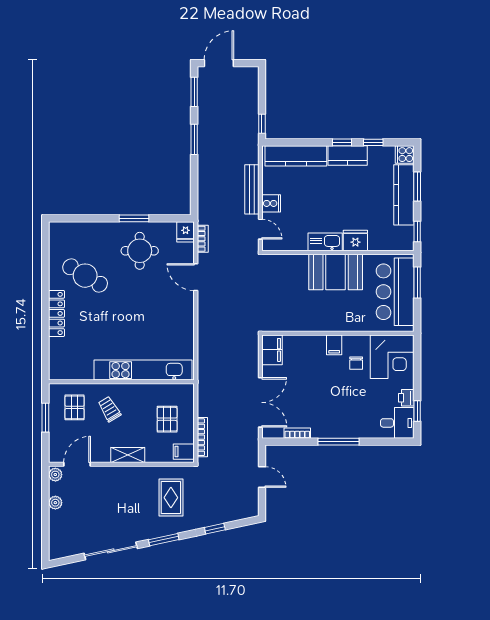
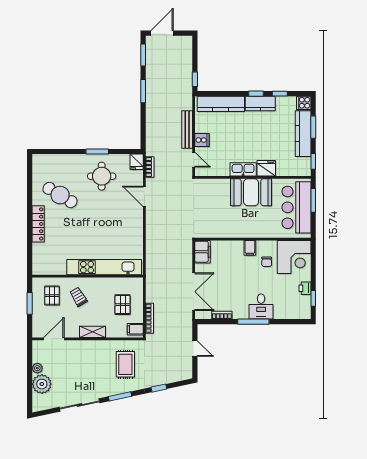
desk: (397, 423) -> (261, 306), moved, turned 90
plant: (55, 475) -> (42, 384), moved, width x1.87, depth x1.87

